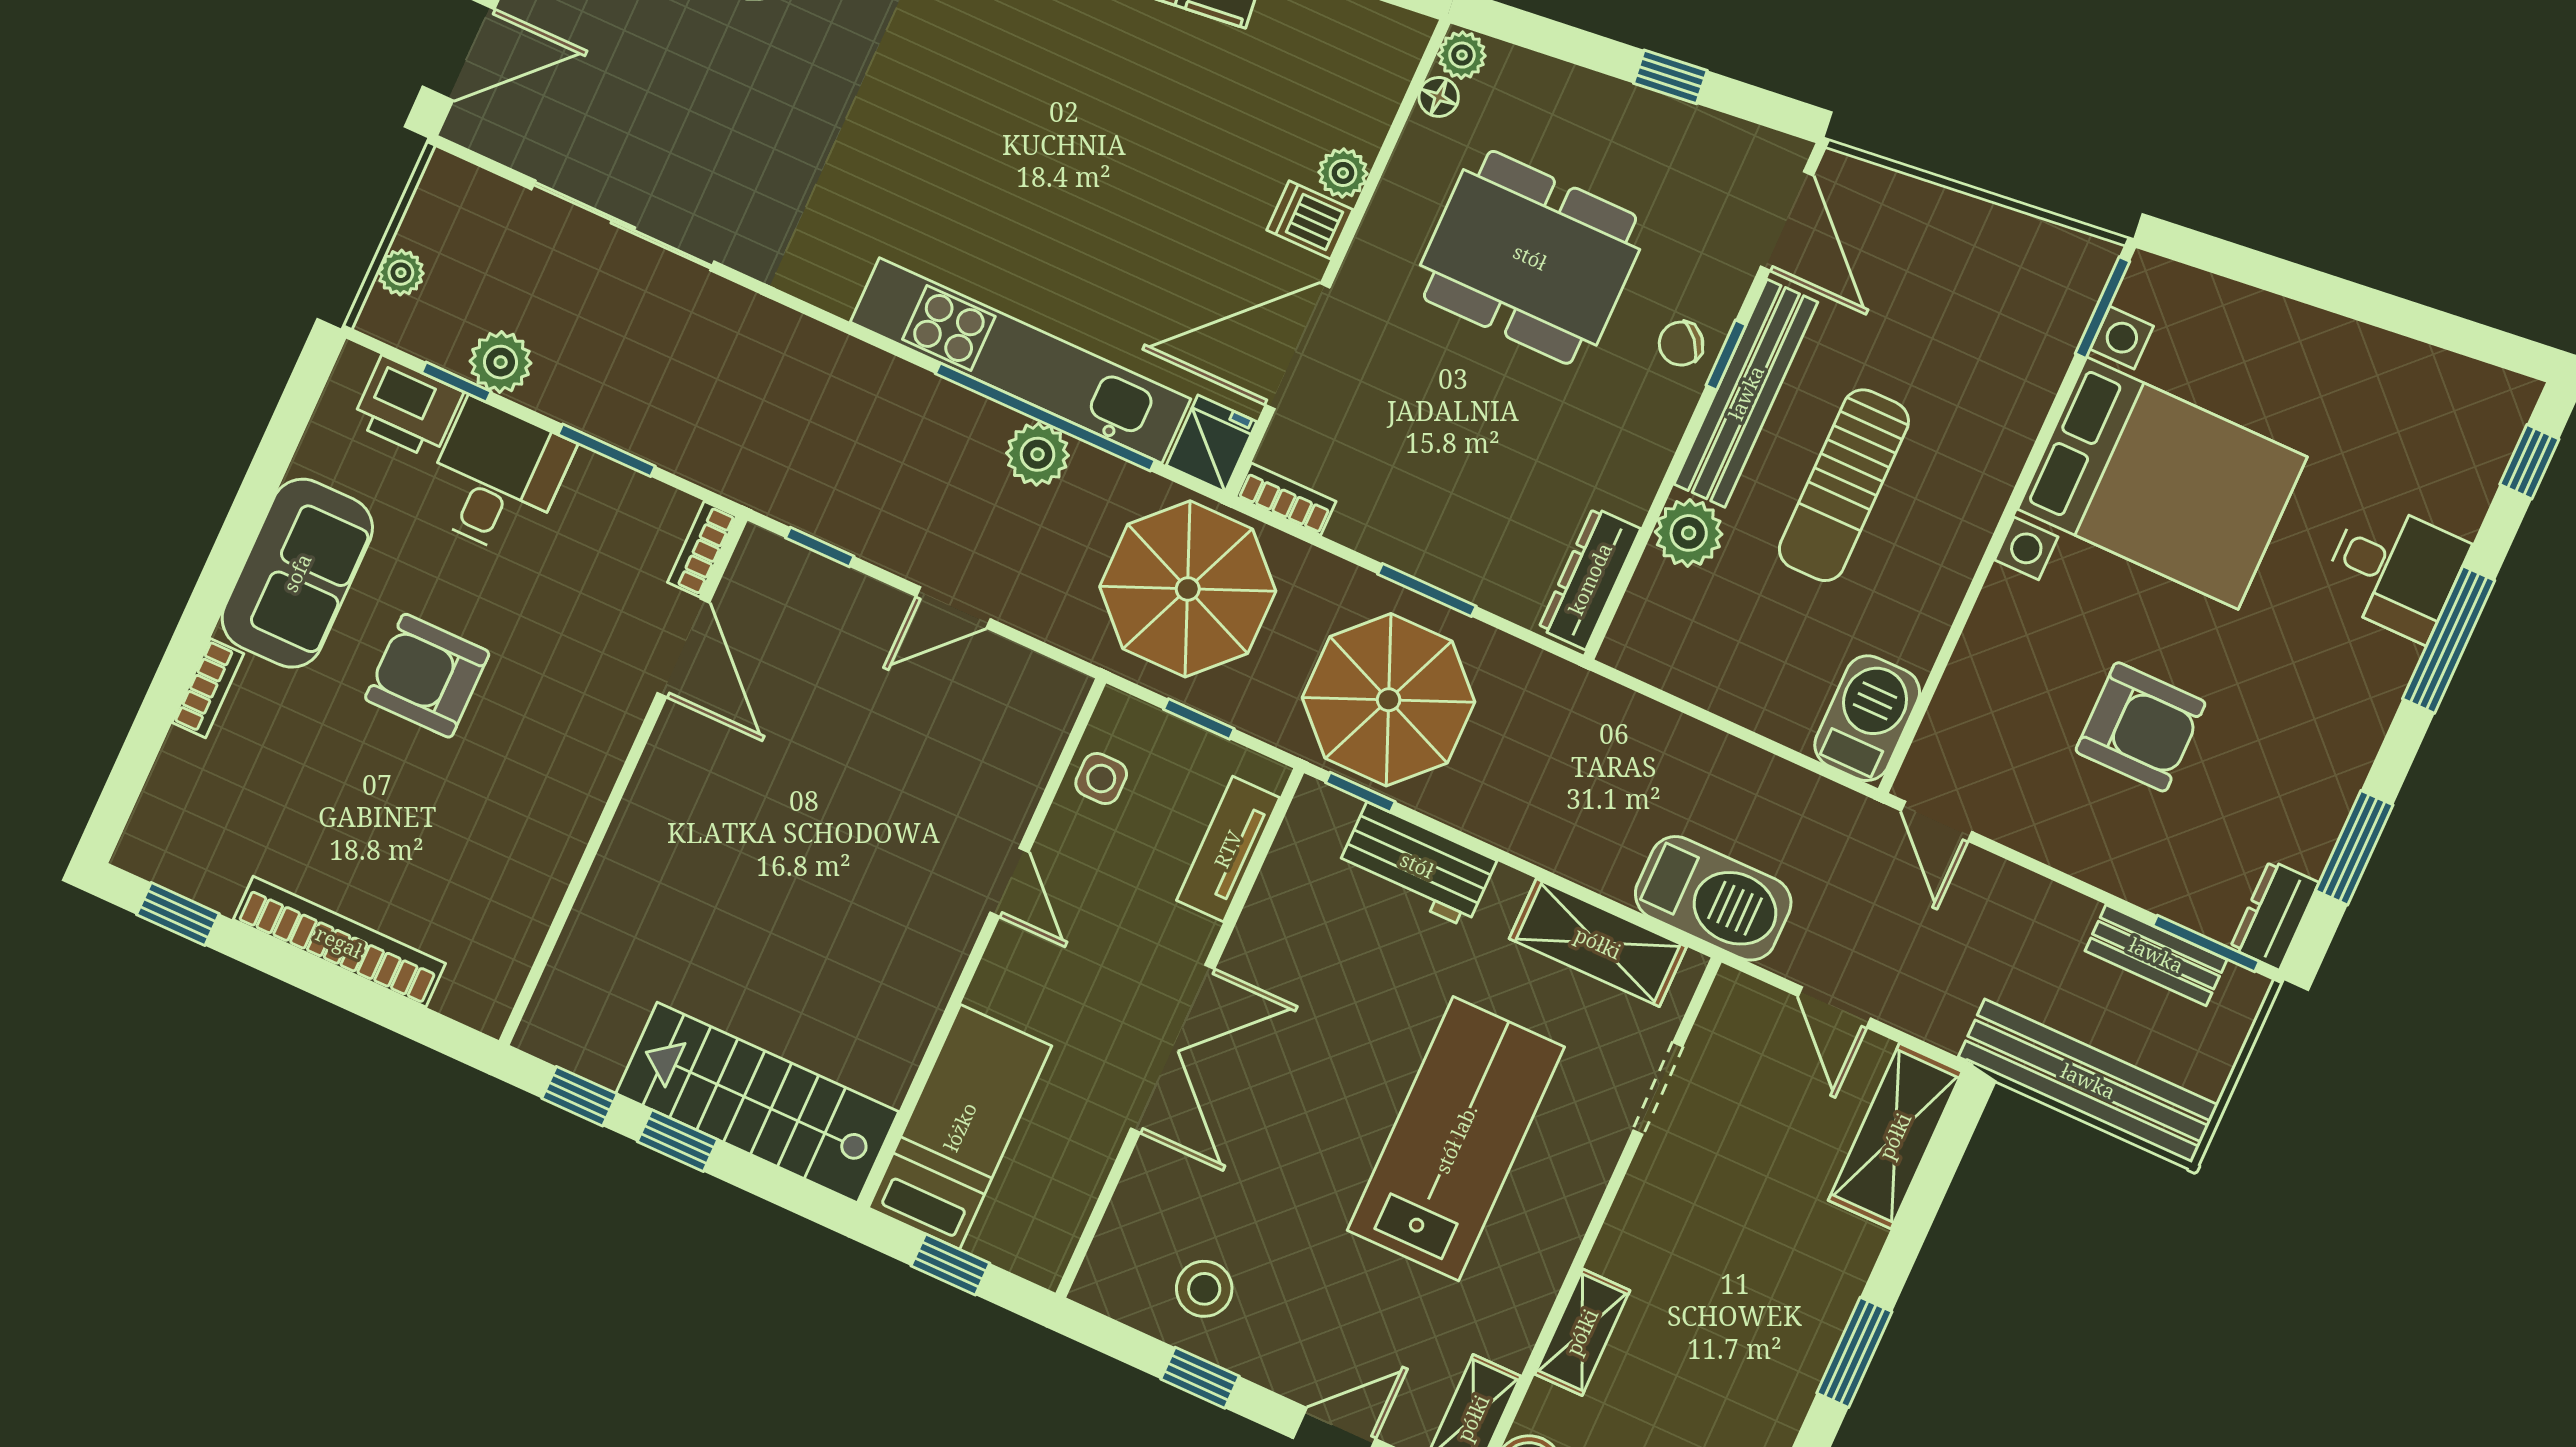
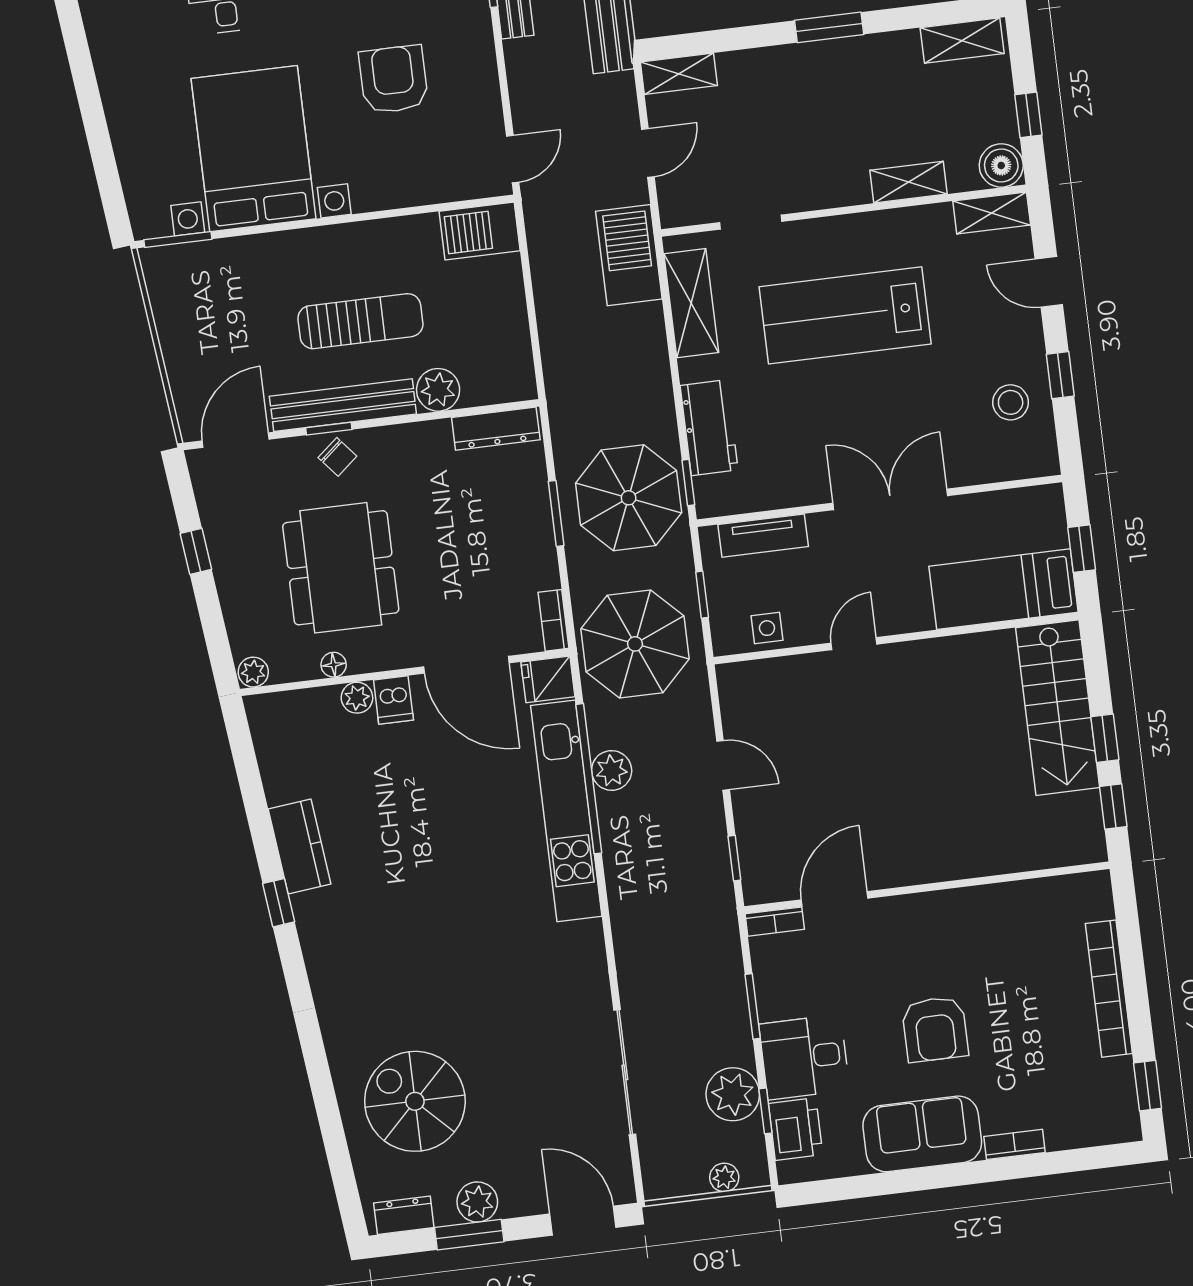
floor lamp: (1439, 97) -> (334, 665), moved
plant: (501, 362) -> (733, 1094), width x1.36, depth x1.36
shelving: (1895, 1136) -> (679, 74), width x0.67, depth x0.75

